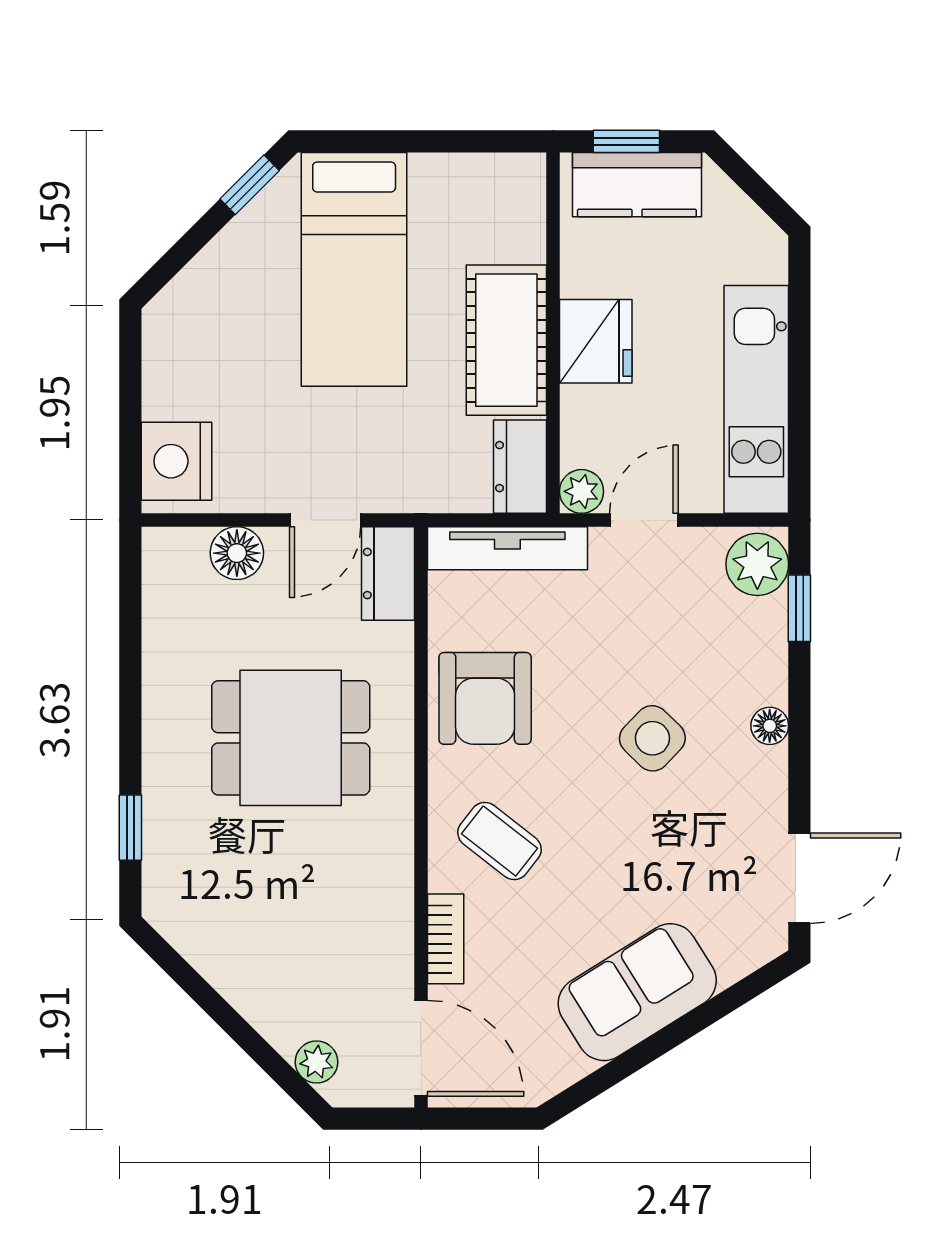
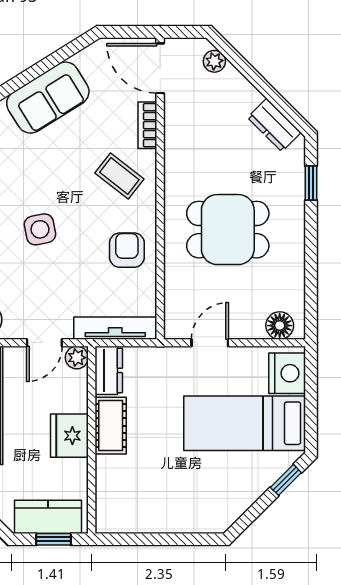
window: (250, 185) -> (286, 480), moved
bed: (354, 269) -> (245, 423), moved, turned -90
cot: (506, 340) -> (111, 426), width x0.73, depth x0.75
floor lamp: (237, 553) -> (280, 326), moved
dresser: (388, 573) -> (274, 125), moved, turned 135
armchair: (485, 698) -> (127, 250), width x0.72, depth x0.72
side table: (652, 738) -> (40, 229), turned 35

